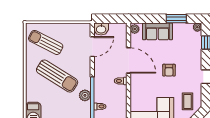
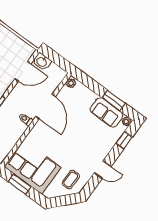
sofa: (158, 31) -> (107, 112), moved
armchair: (169, 70) -> (75, 141), removed

